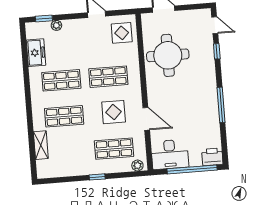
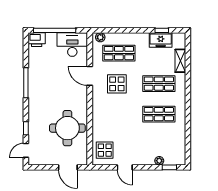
door: (215, 25) -> (26, 150), hinge flipped
freezer: (36, 53) -> (161, 40), moved, turned -90
shop shelf: (108, 77) -> (119, 114), removed
window: (97, 177) -> (162, 30), moved

